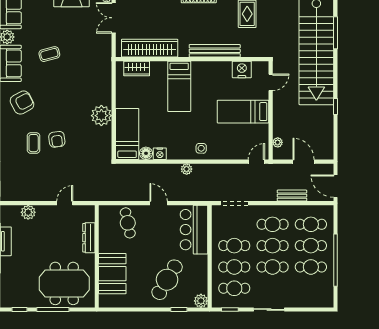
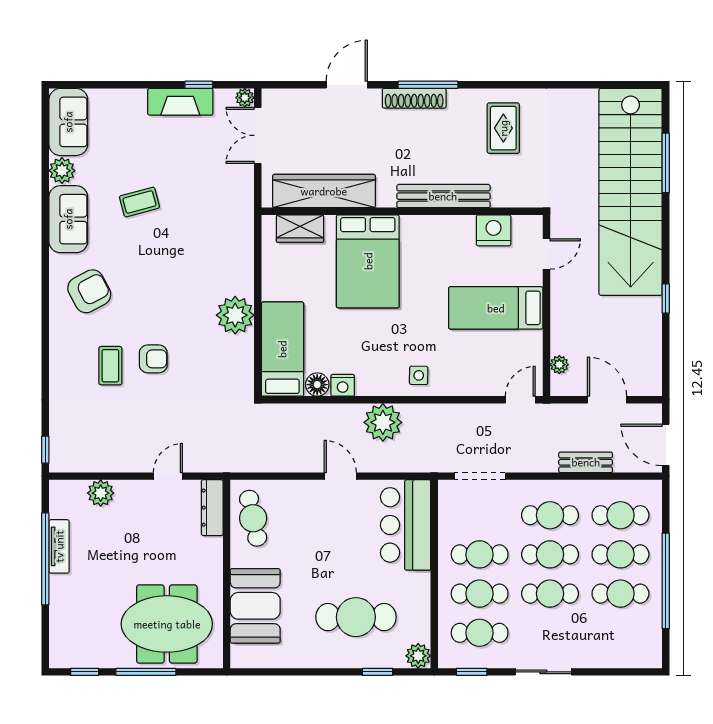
bed: (179, 86) -> (368, 261), width x1.50
armchair: (57, 139) -> (153, 359), turned -82
plant: (187, 169) -> (383, 422), width x1.88, depth x1.88
cafe table: (128, 223) -> (253, 518), moved
dresser: (89, 238) -> (212, 508), moved
cafe table: (167, 280) -> (356, 617), turned 59

